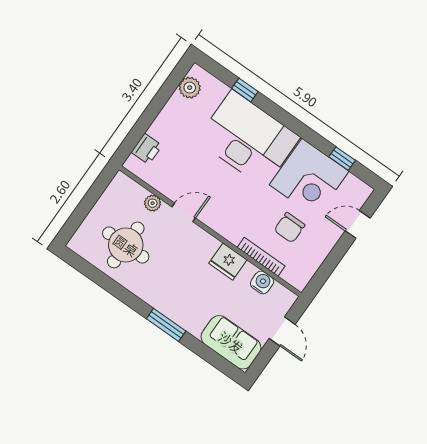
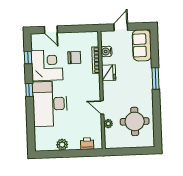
plant: (190, 88) -> (62, 145), moved
window: (245, 90) -> (29, 90), moved

